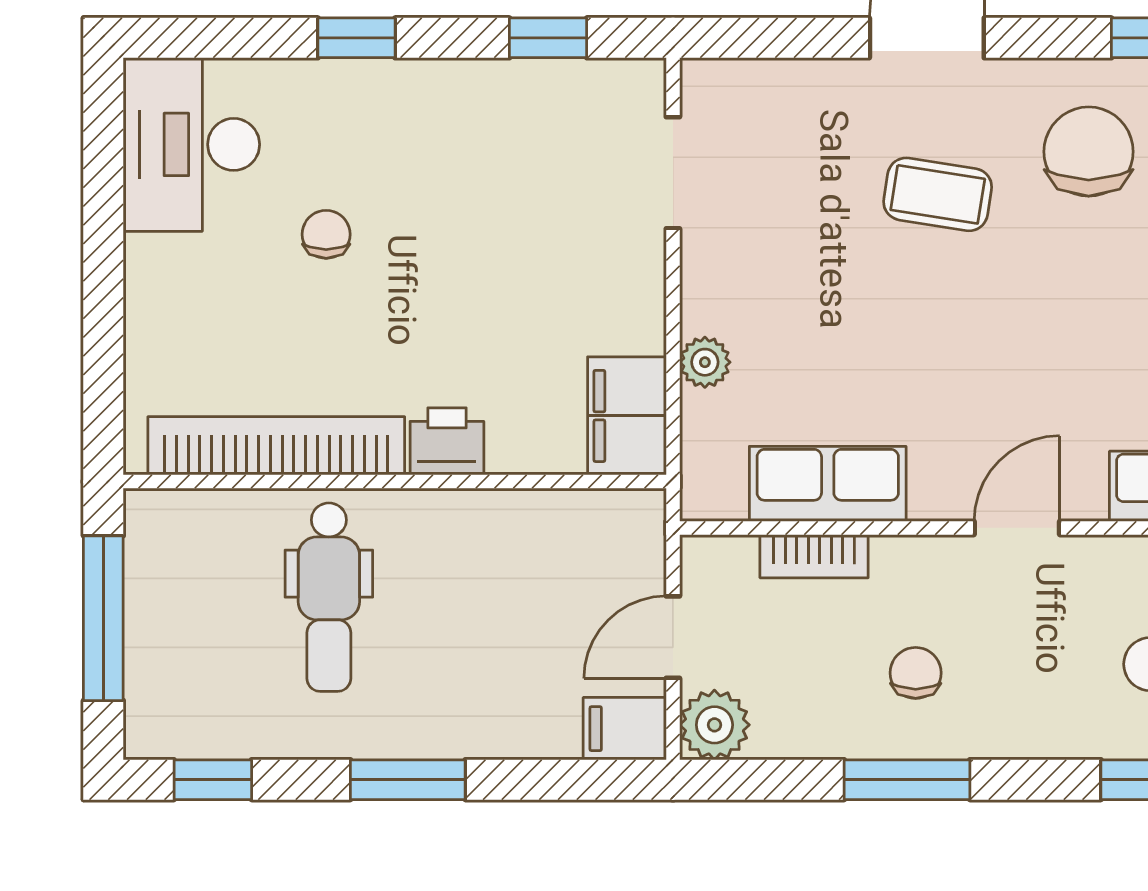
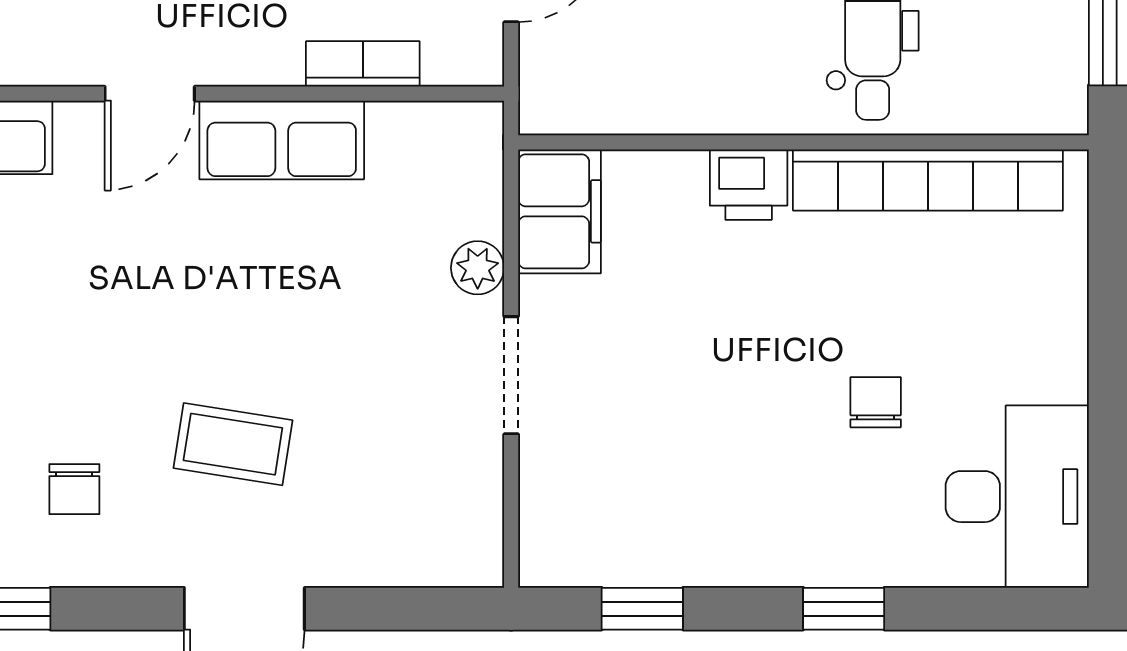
chair: (1089, 152) -> (74, 489), width x0.54, depth x0.54
doorway: (673, 173) -> (511, 375), moved
chair: (326, 234) -> (876, 402), turned 180
row of seats: (828, 484) -> (282, 140), moved

